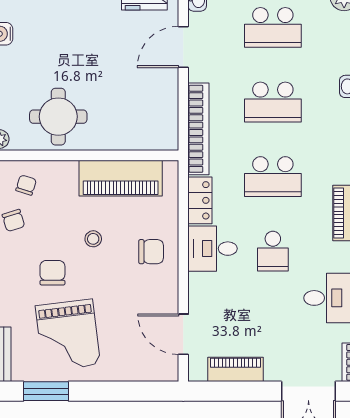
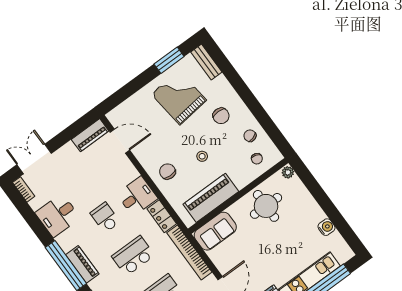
sofa: (146, 132) -> (215, 231), added
chair: (151, 252) -> (168, 172), turned 90
chair: (52, 273) -> (221, 116), moved
piano: (235, 369) -> (90, 135), moved

